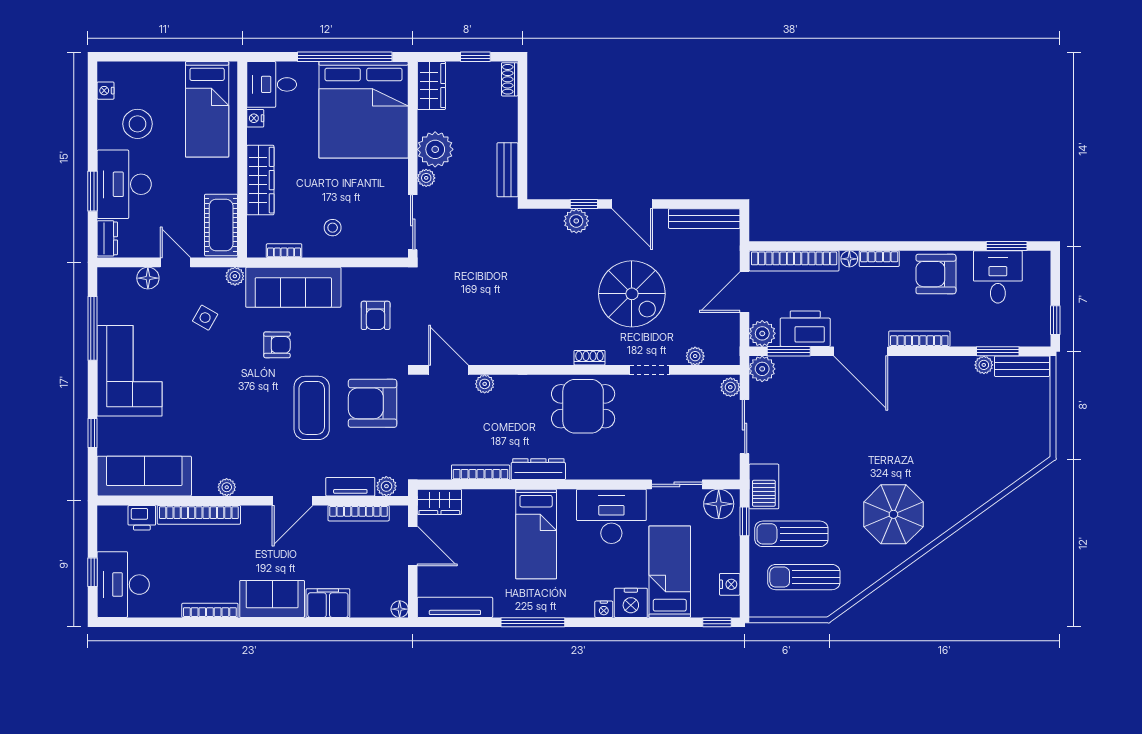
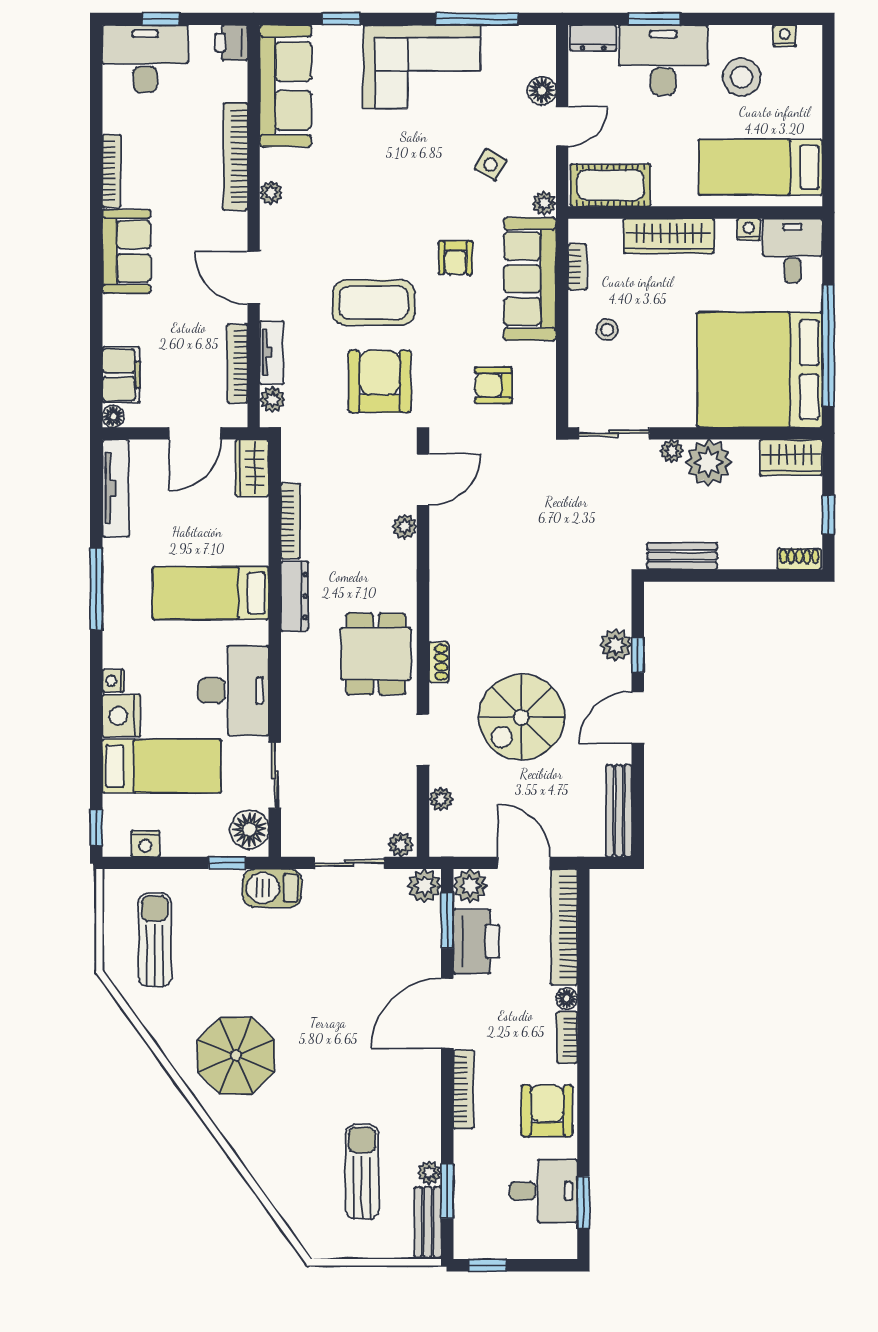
printer: (142, 518) -> (231, 43), moved
sun lounger: (791, 534) -> (362, 1172), moved
filing cabinet: (328, 603) -> (121, 375), moved

